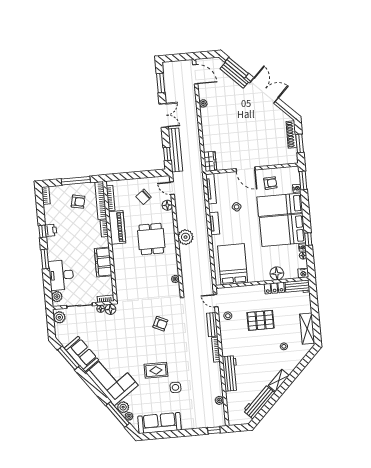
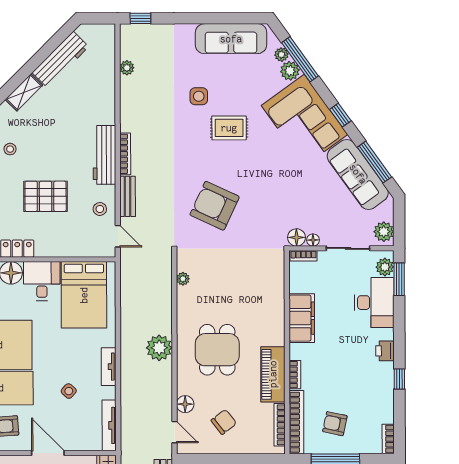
printer: (51, 230) -> (385, 351), moved
window: (45, 259) -> (399, 279), moved
desk: (258, 270) -> (42, 281), added
armchair: (160, 324) -> (215, 206), width x1.88, depth x1.88
sofa: (81, 354) -> (358, 174), width x1.36
workbench: (230, 373) -> (104, 155), moved
window: (91, 384) -> (340, 115), added

